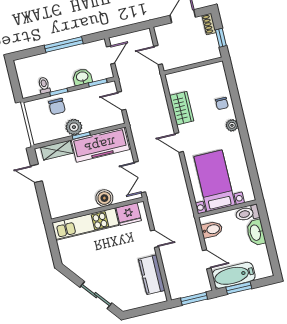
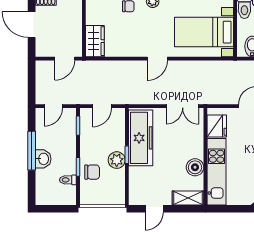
door: (111, 55) -> (53, 106), swing flipped
washbasin: (82, 77) -> (43, 159), moved, turned 180
wardrobe: (182, 108) -> (95, 41), moved, turned 90
shelving: (57, 150) -> (188, 198), moved, turned 90
boiler: (104, 198) -> (195, 167), moved

